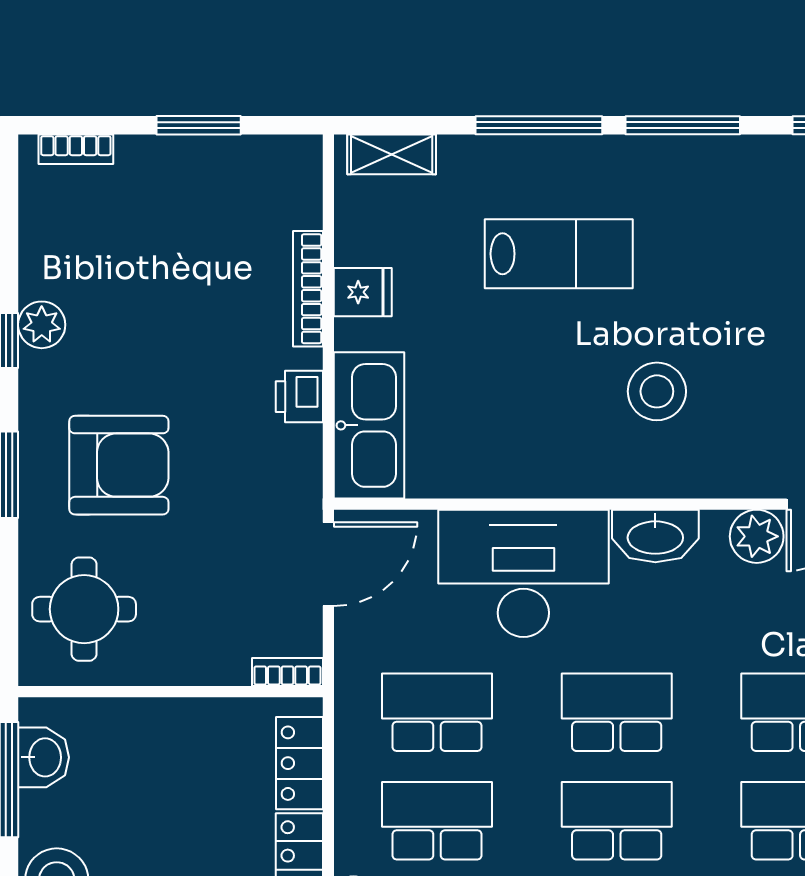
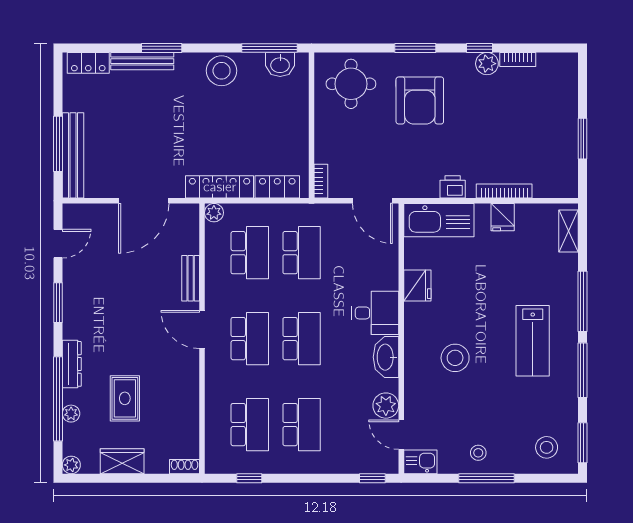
bookcase: (76, 149) -> (518, 59), moved, turned -90
lab bench: (559, 254) -> (533, 341), moved
fridge: (506, 470) -> (417, 286), added
desk: (523, 573) -> (375, 313), width x0.53, depth x0.77

